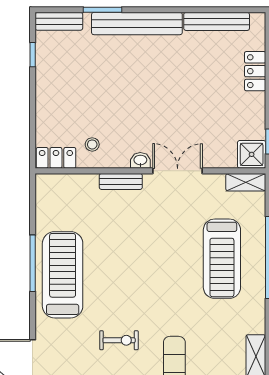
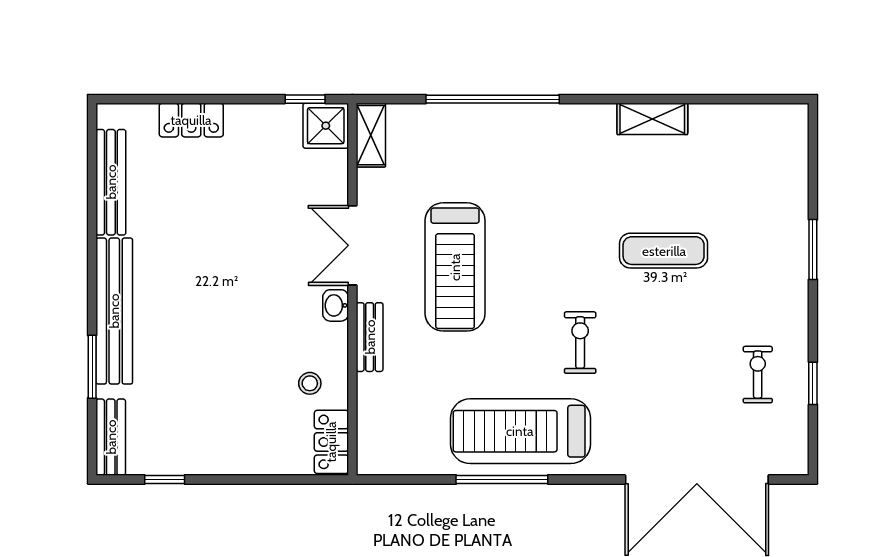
treadmill: (222, 259) -> (455, 267), moved, turned 90
exercise bike: (119, 340) -> (580, 343), moved

